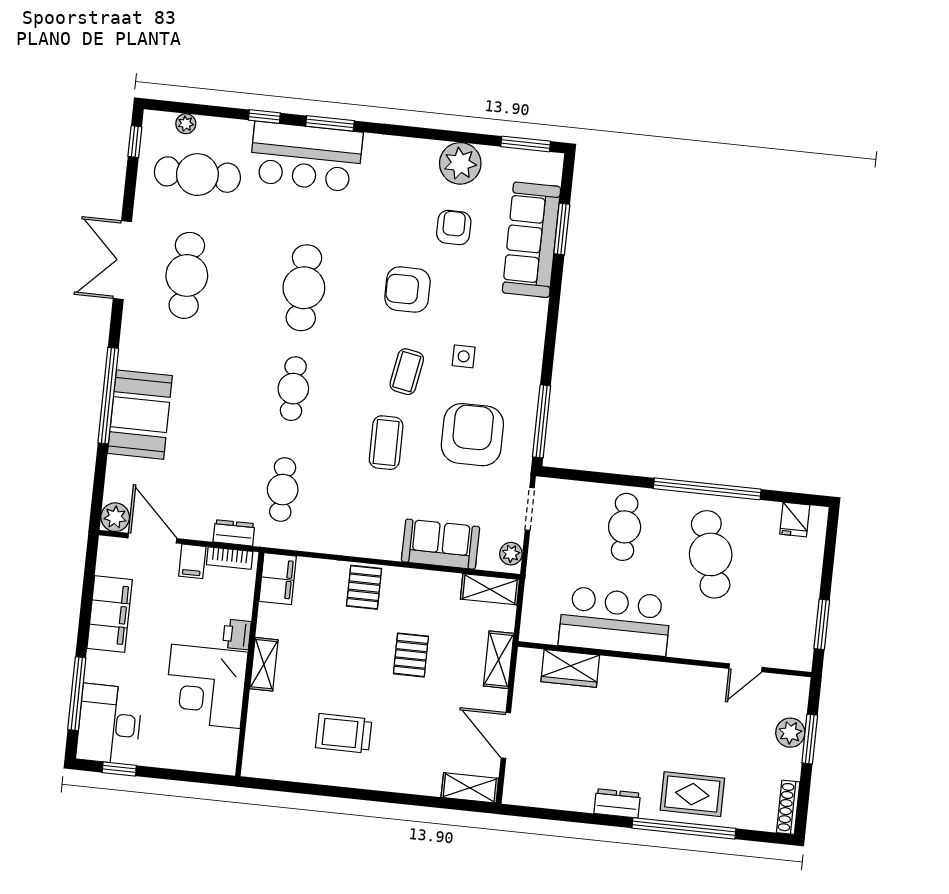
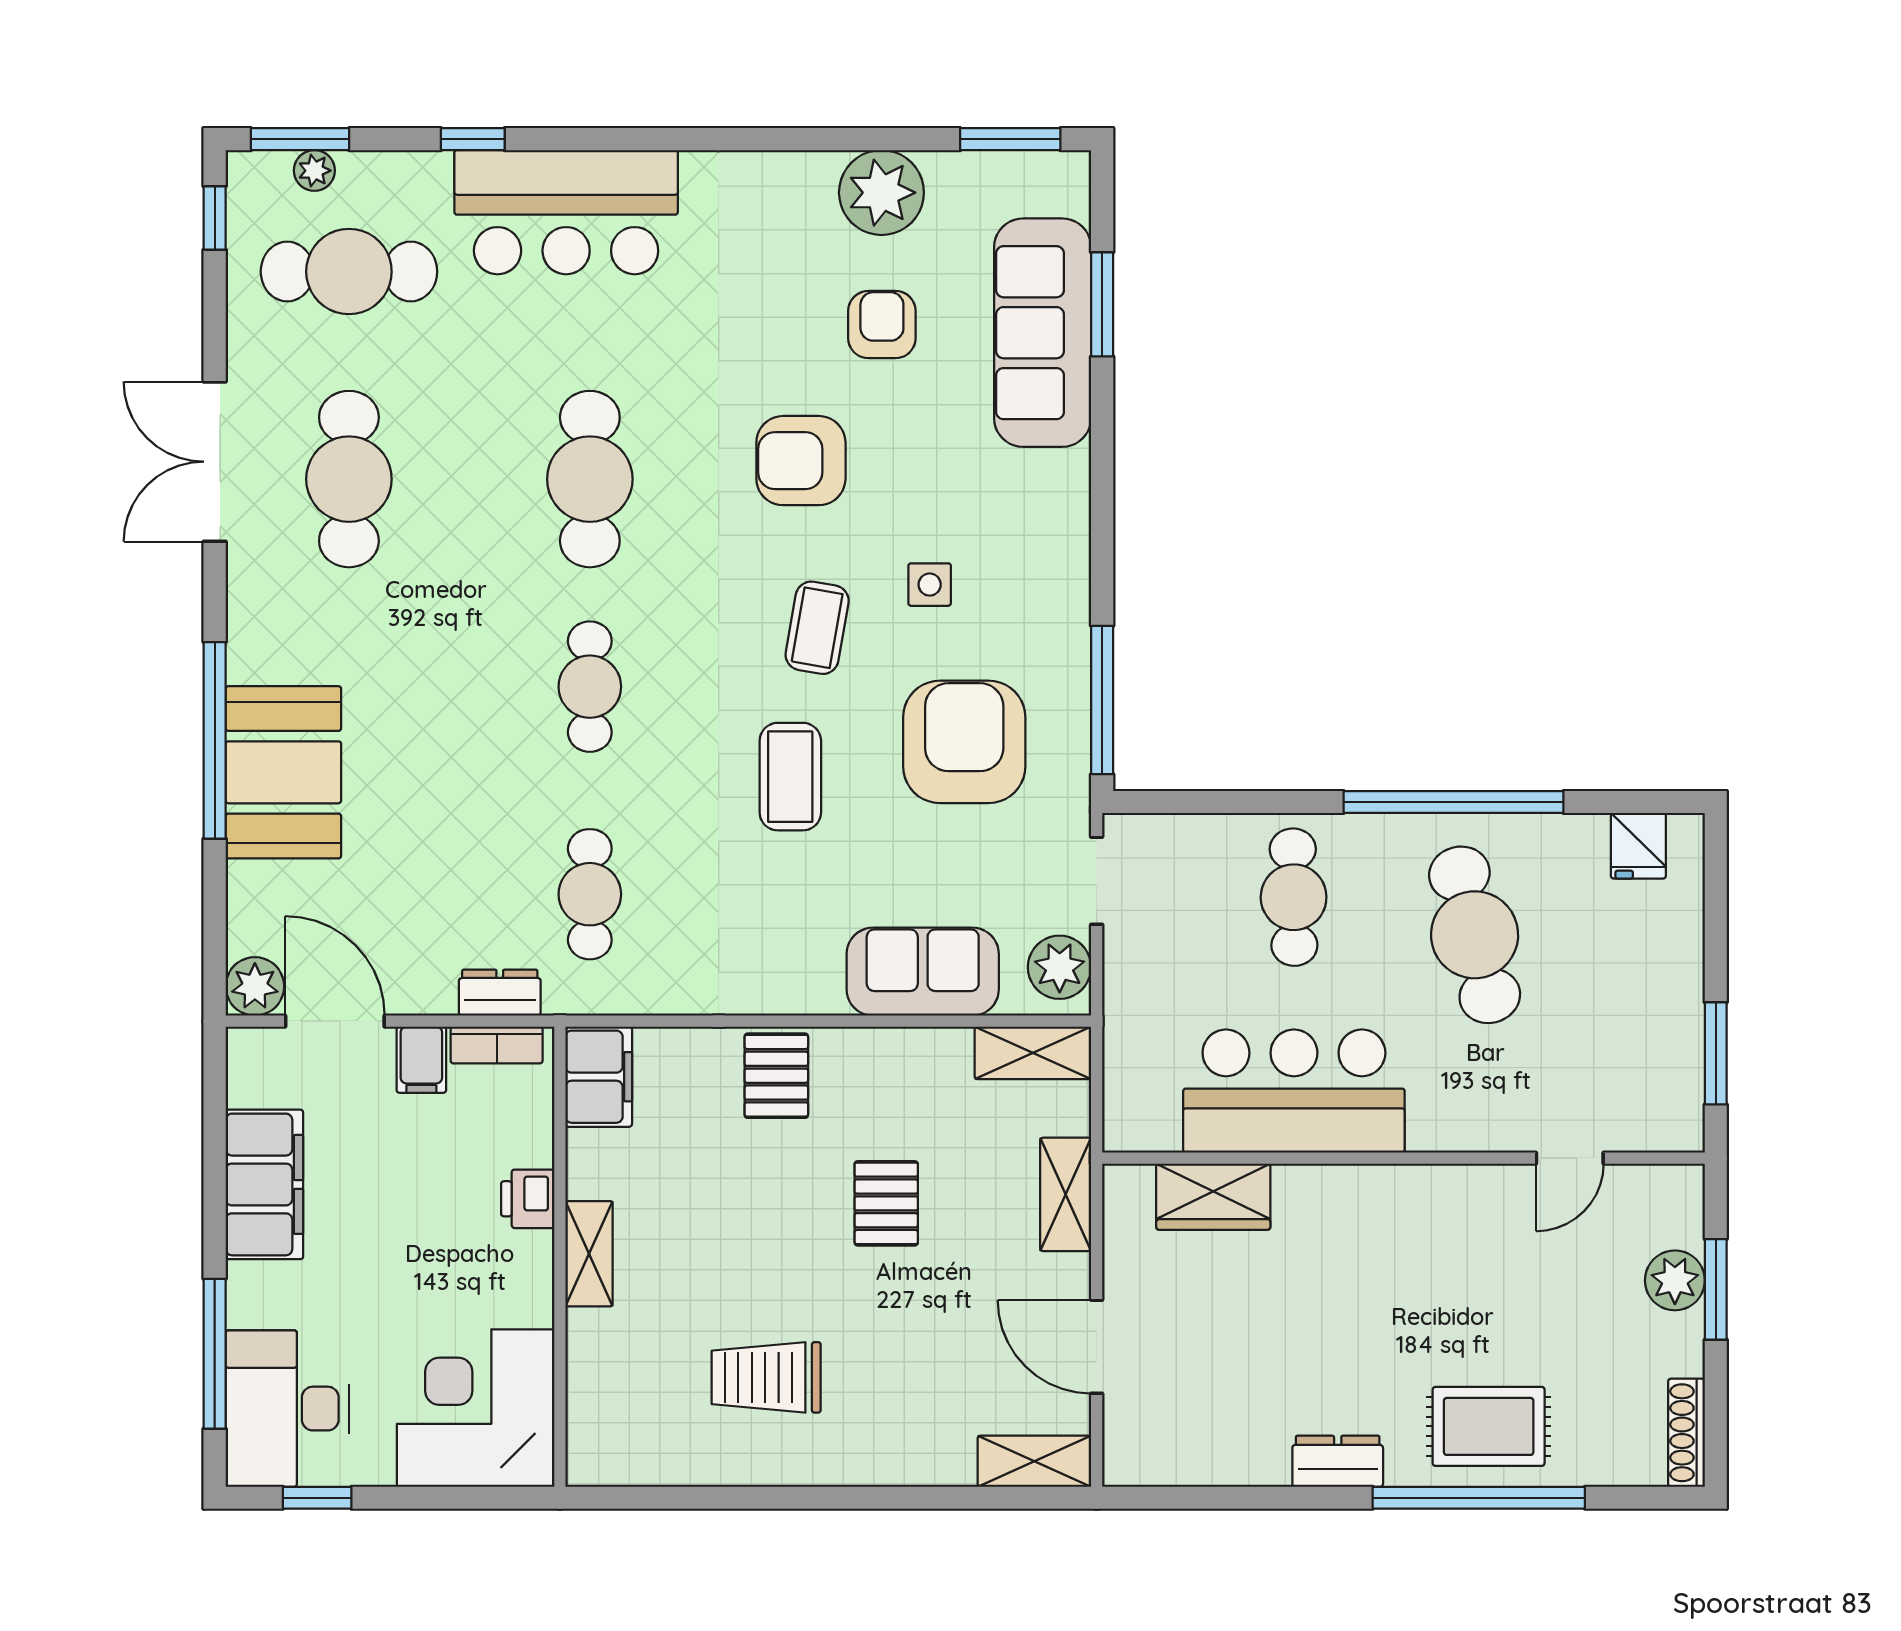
window: (330, 123) -> (300, 139), moved
plant: (511, 554) -> (1060, 967), width x1.38, depth x1.38
corner desk: (206, 686) -> (476, 1408), moved, turned 90

